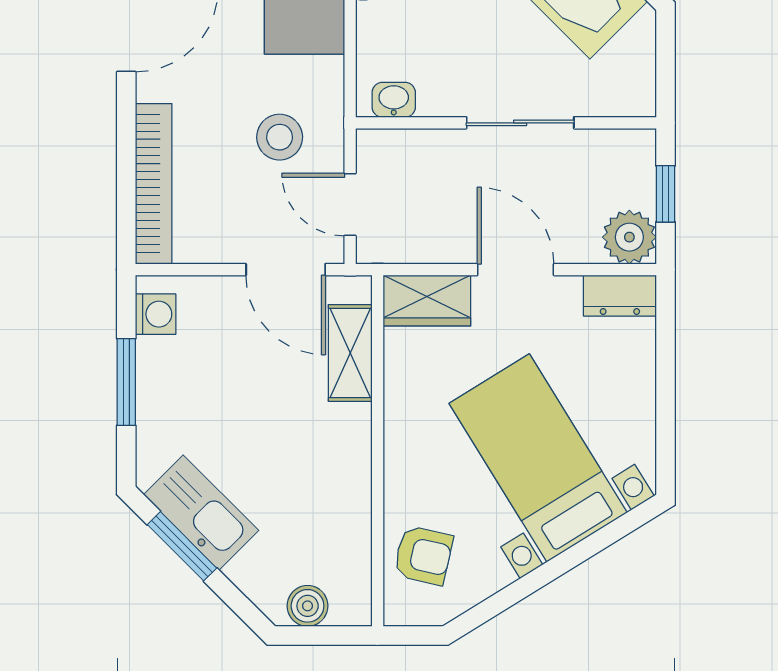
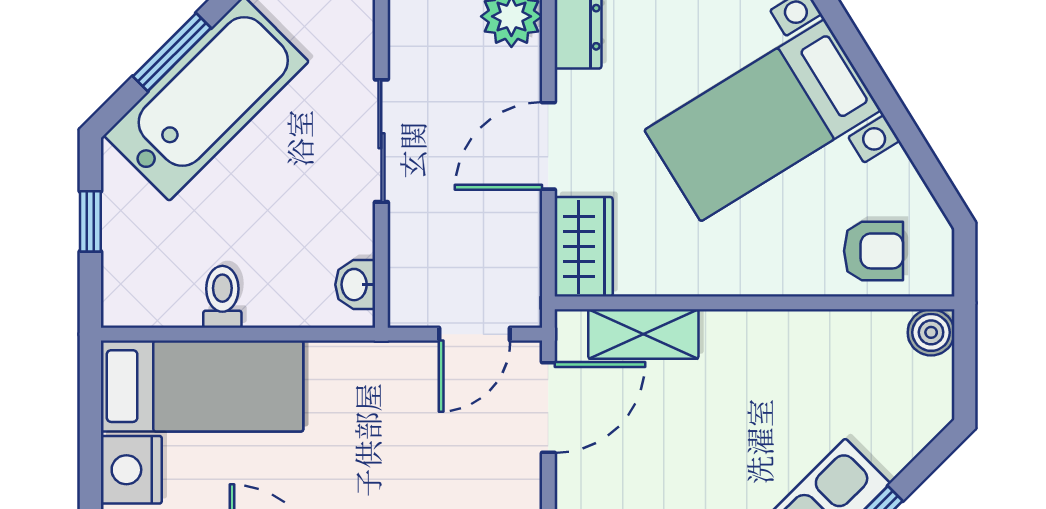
stool: (280, 137) -> (398, 414), removed
armchair: (423, 555) -> (874, 251), turned 77
boiler: (308, 606) -> (931, 332), moved

